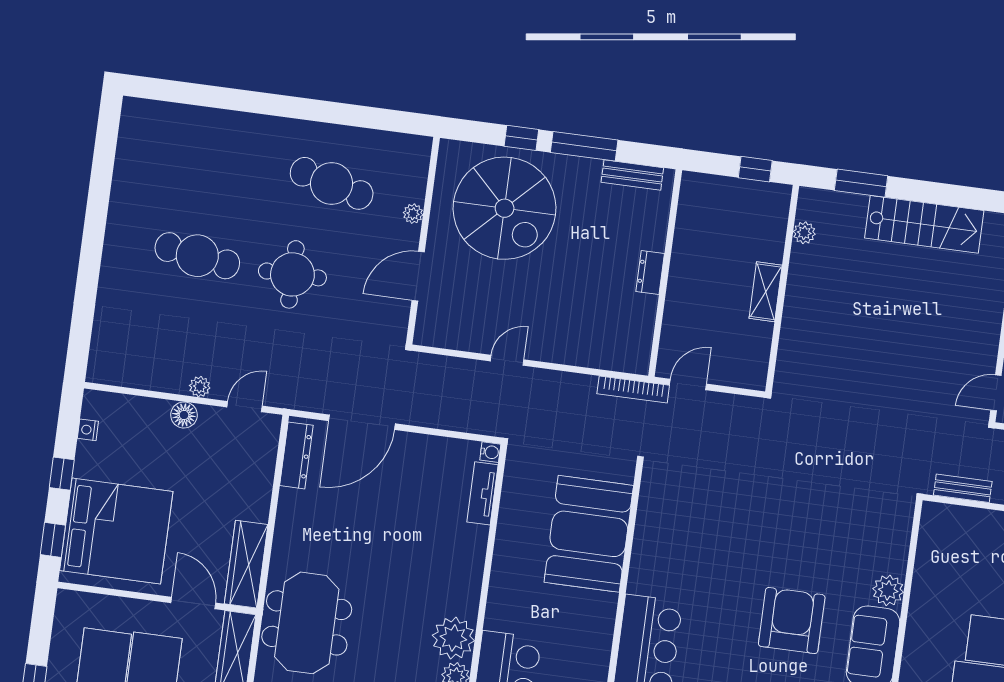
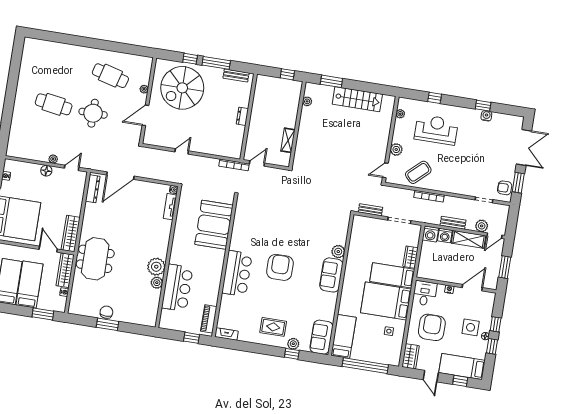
spiral stairs: (505, 208) -> (182, 88), turned 90
shelving: (766, 292) -> (288, 140), moved
armchair: (792, 621) -> (280, 267), moved

